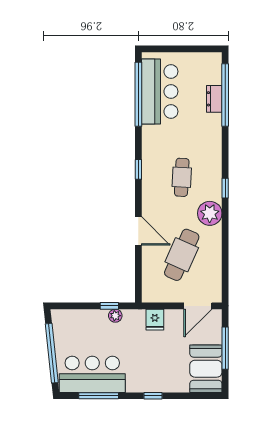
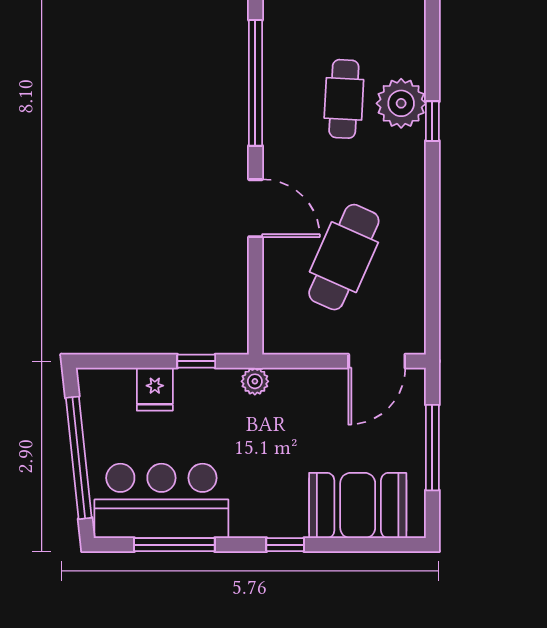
window: (138, 169) -> (255, 83), width x3.17
plant: (210, 213) -> (401, 103), moved
plant: (115, 316) -> (255, 381), moved
fridge: (155, 320) -> (155, 389), moved
booth: (206, 369) -> (358, 505), moved, turned 90

